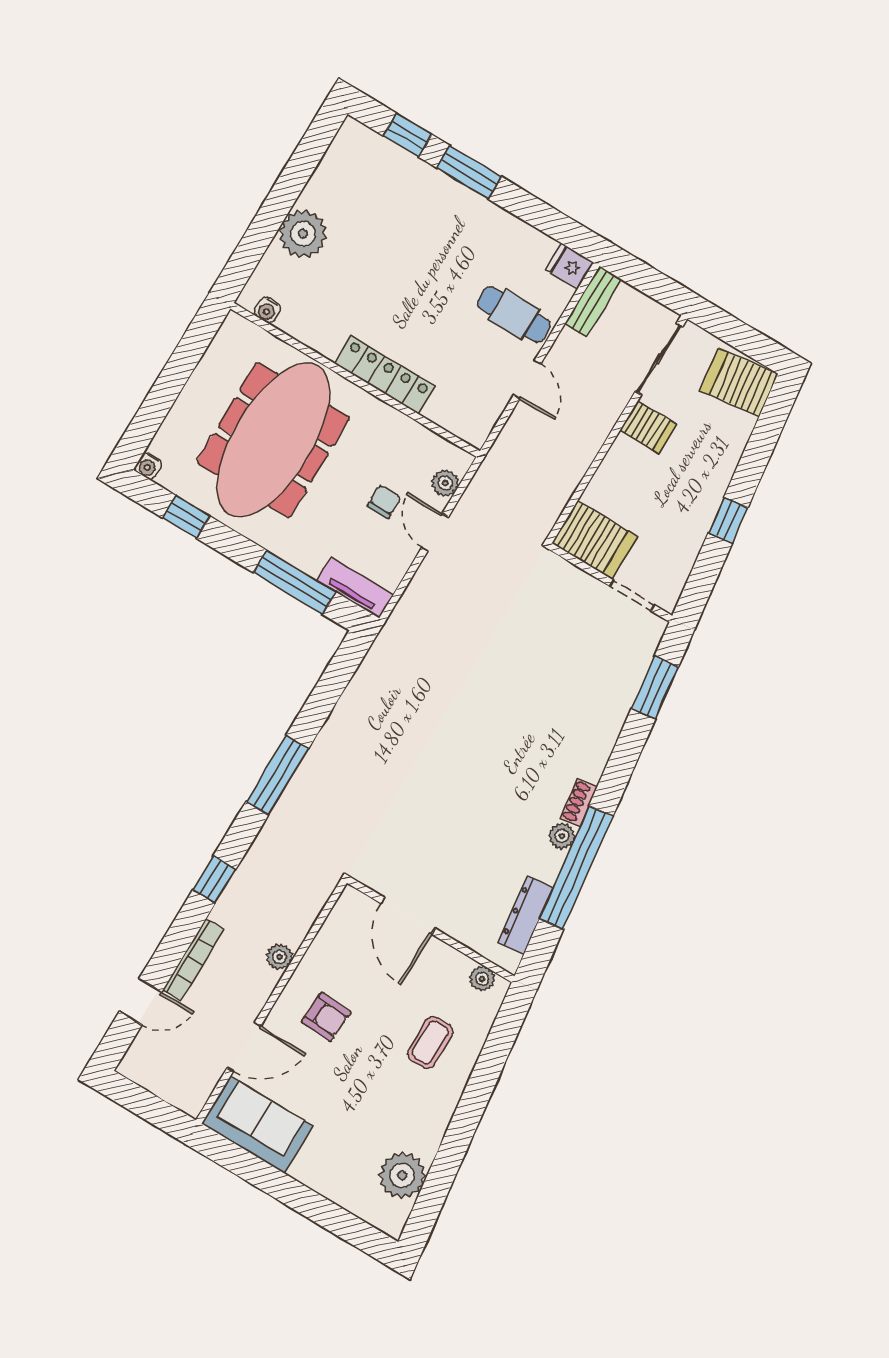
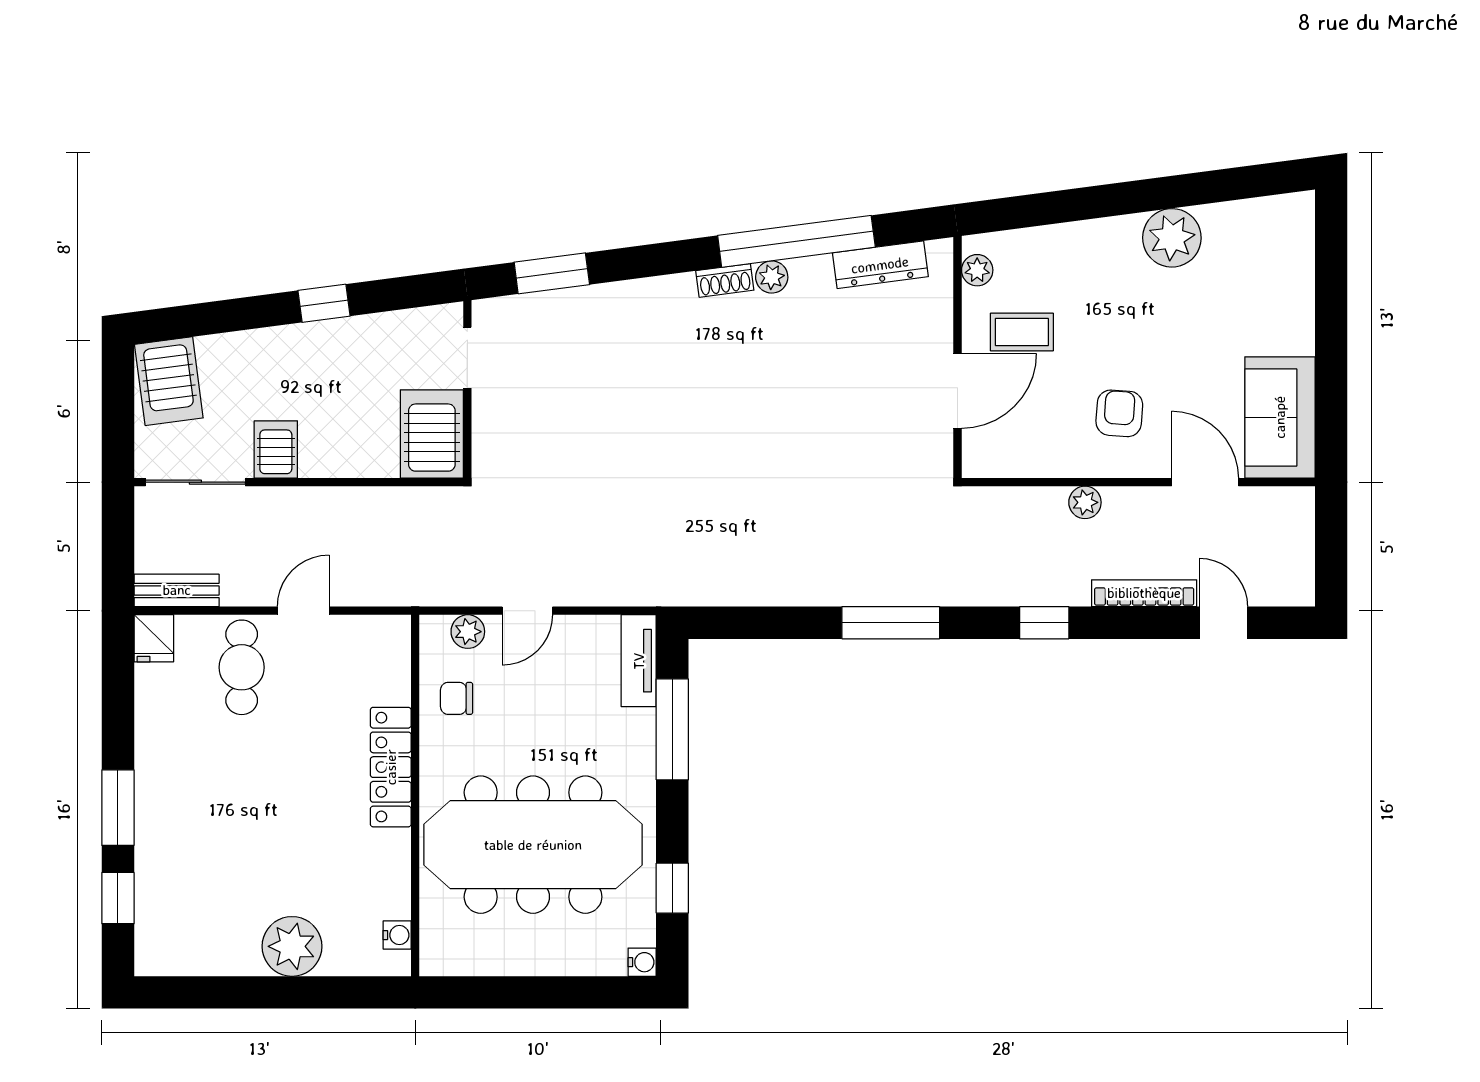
chair: (384, 501) -> (457, 698), moved
coffee table: (430, 1042) -> (1022, 332), moved
plant: (402, 1175) -> (1172, 238), moved

